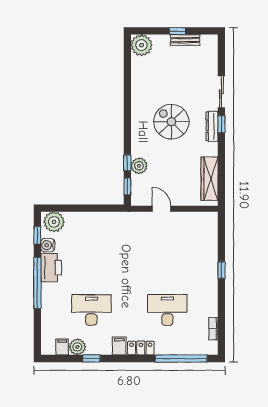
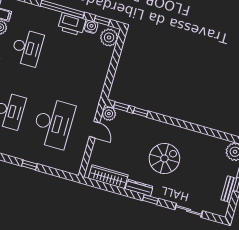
sliding door: (221, 92) -> (189, 210), moved
dresser: (212, 126) -> (139, 188), moved
plant: (139, 166) -> (109, 114), moved
door: (161, 209) -> (94, 130), hinge flipped
desk: (167, 257) -> (53, 123), added

